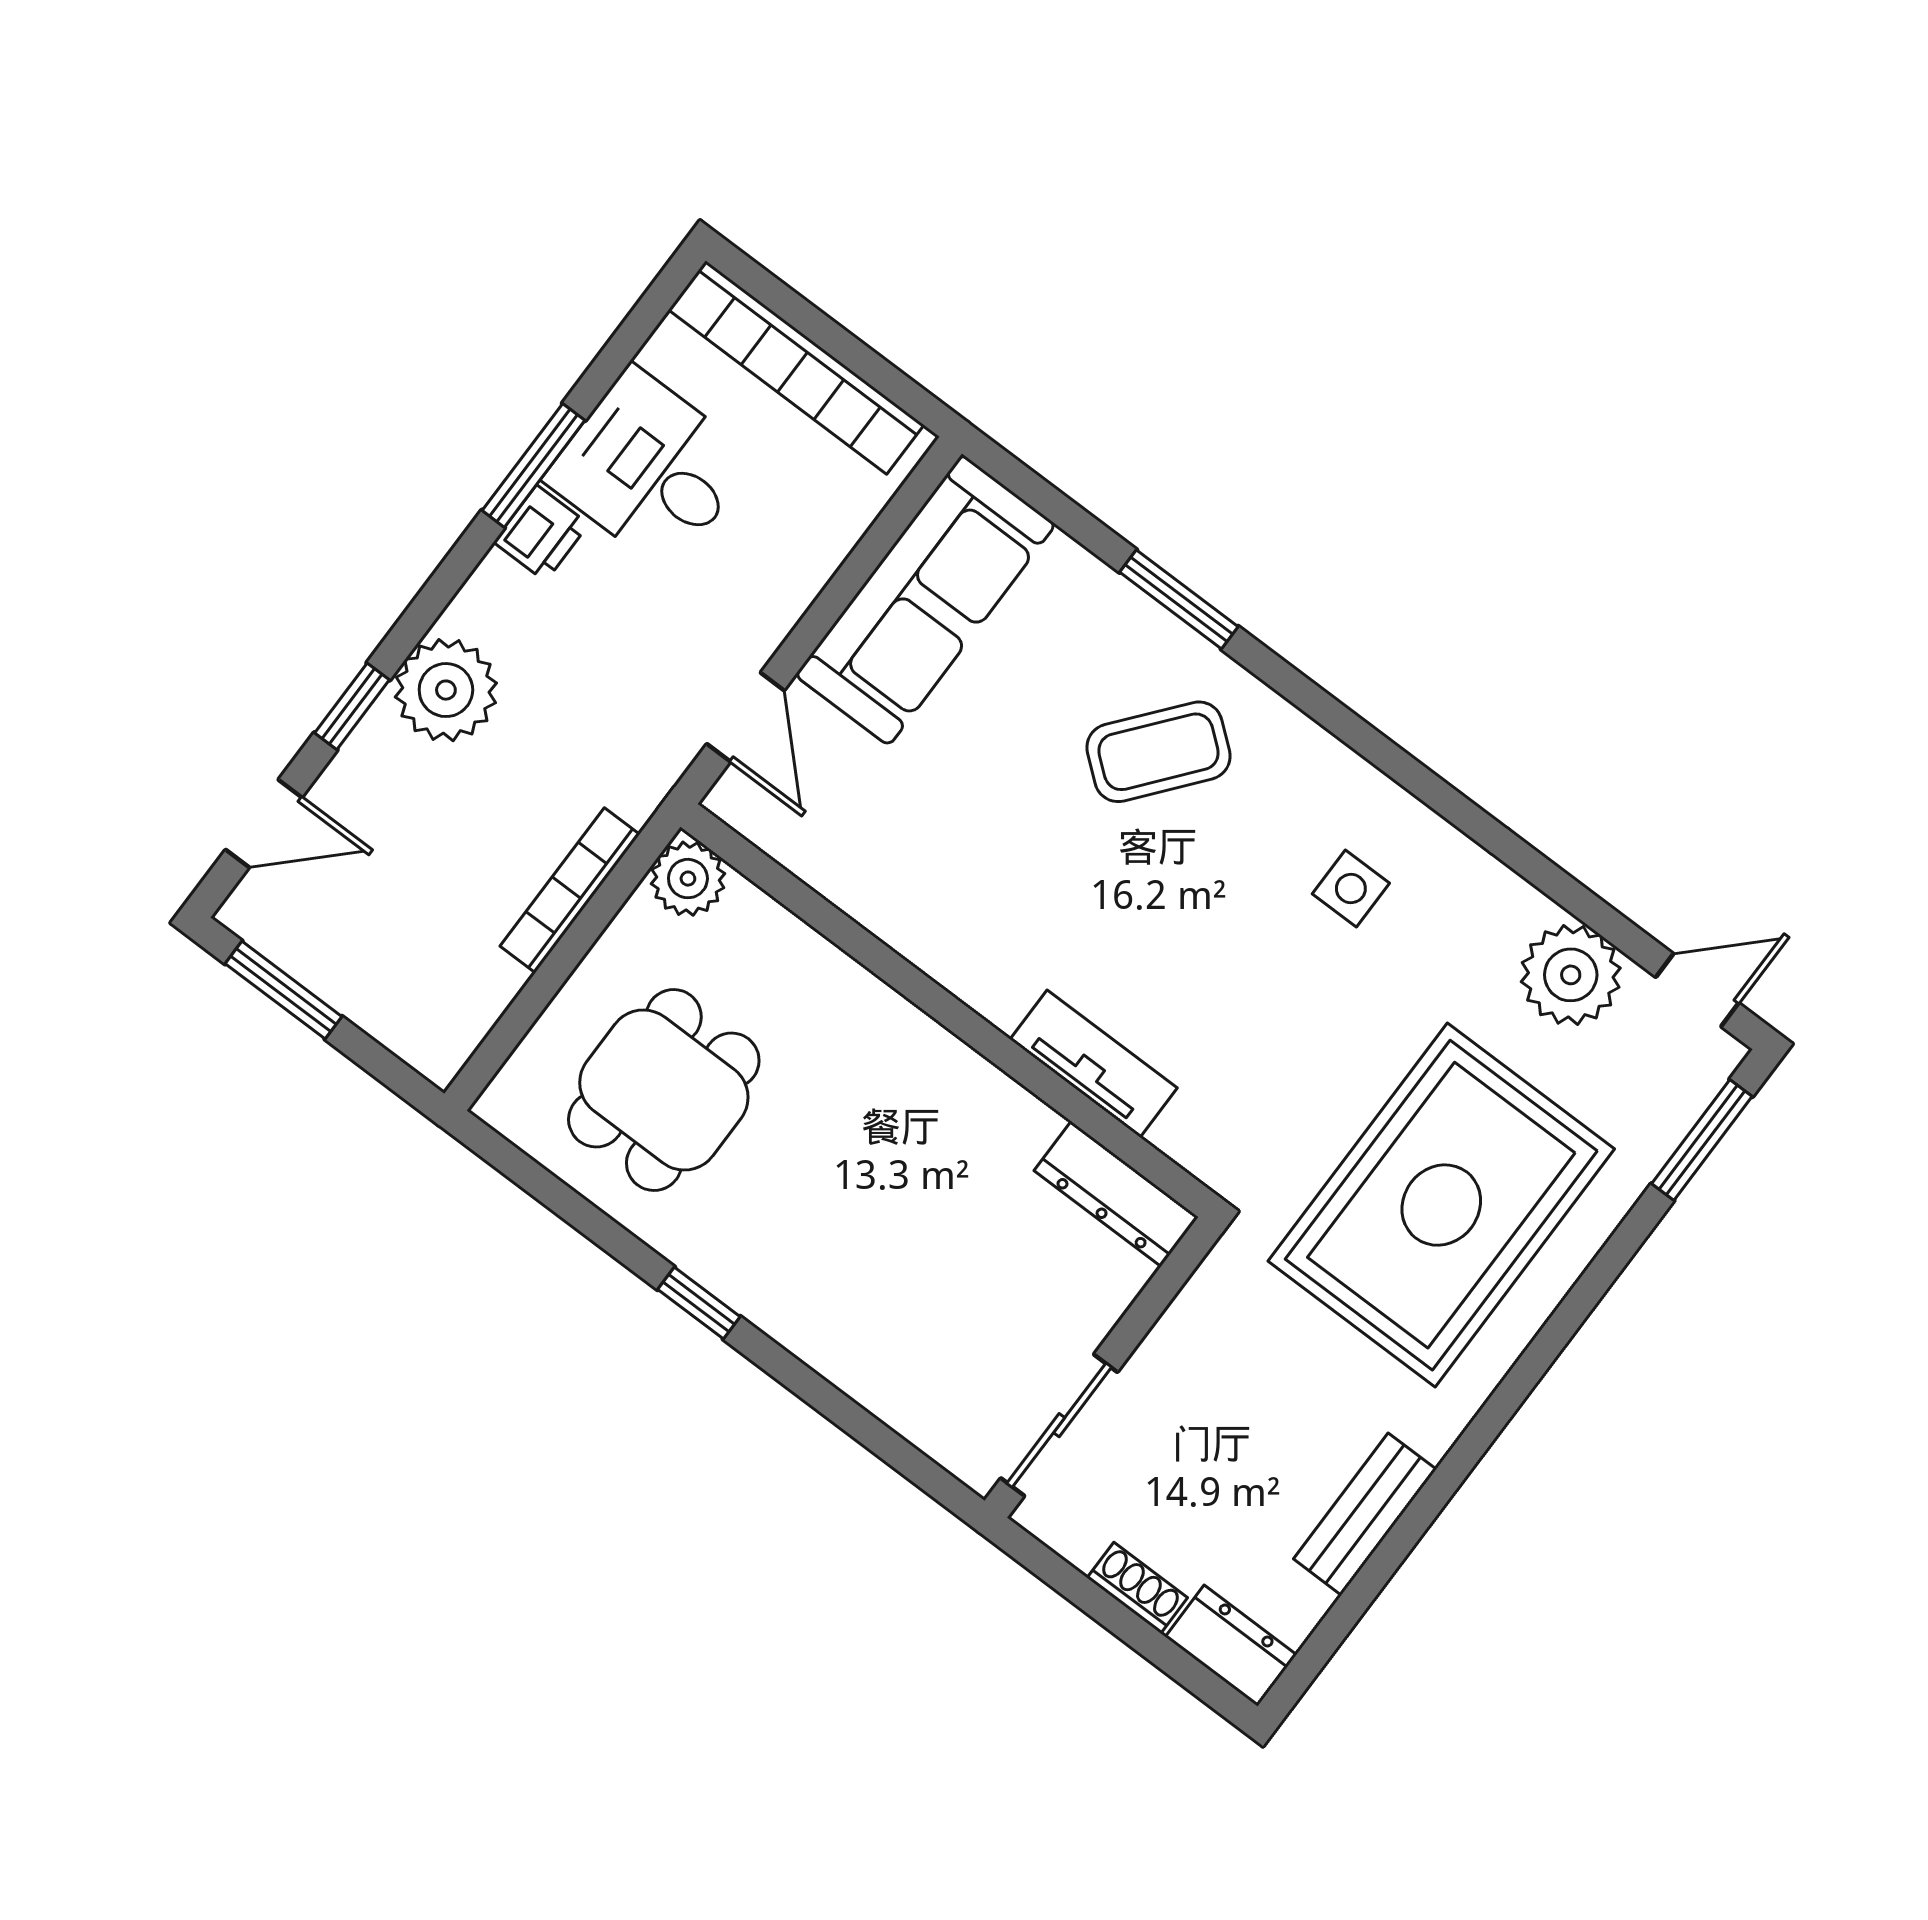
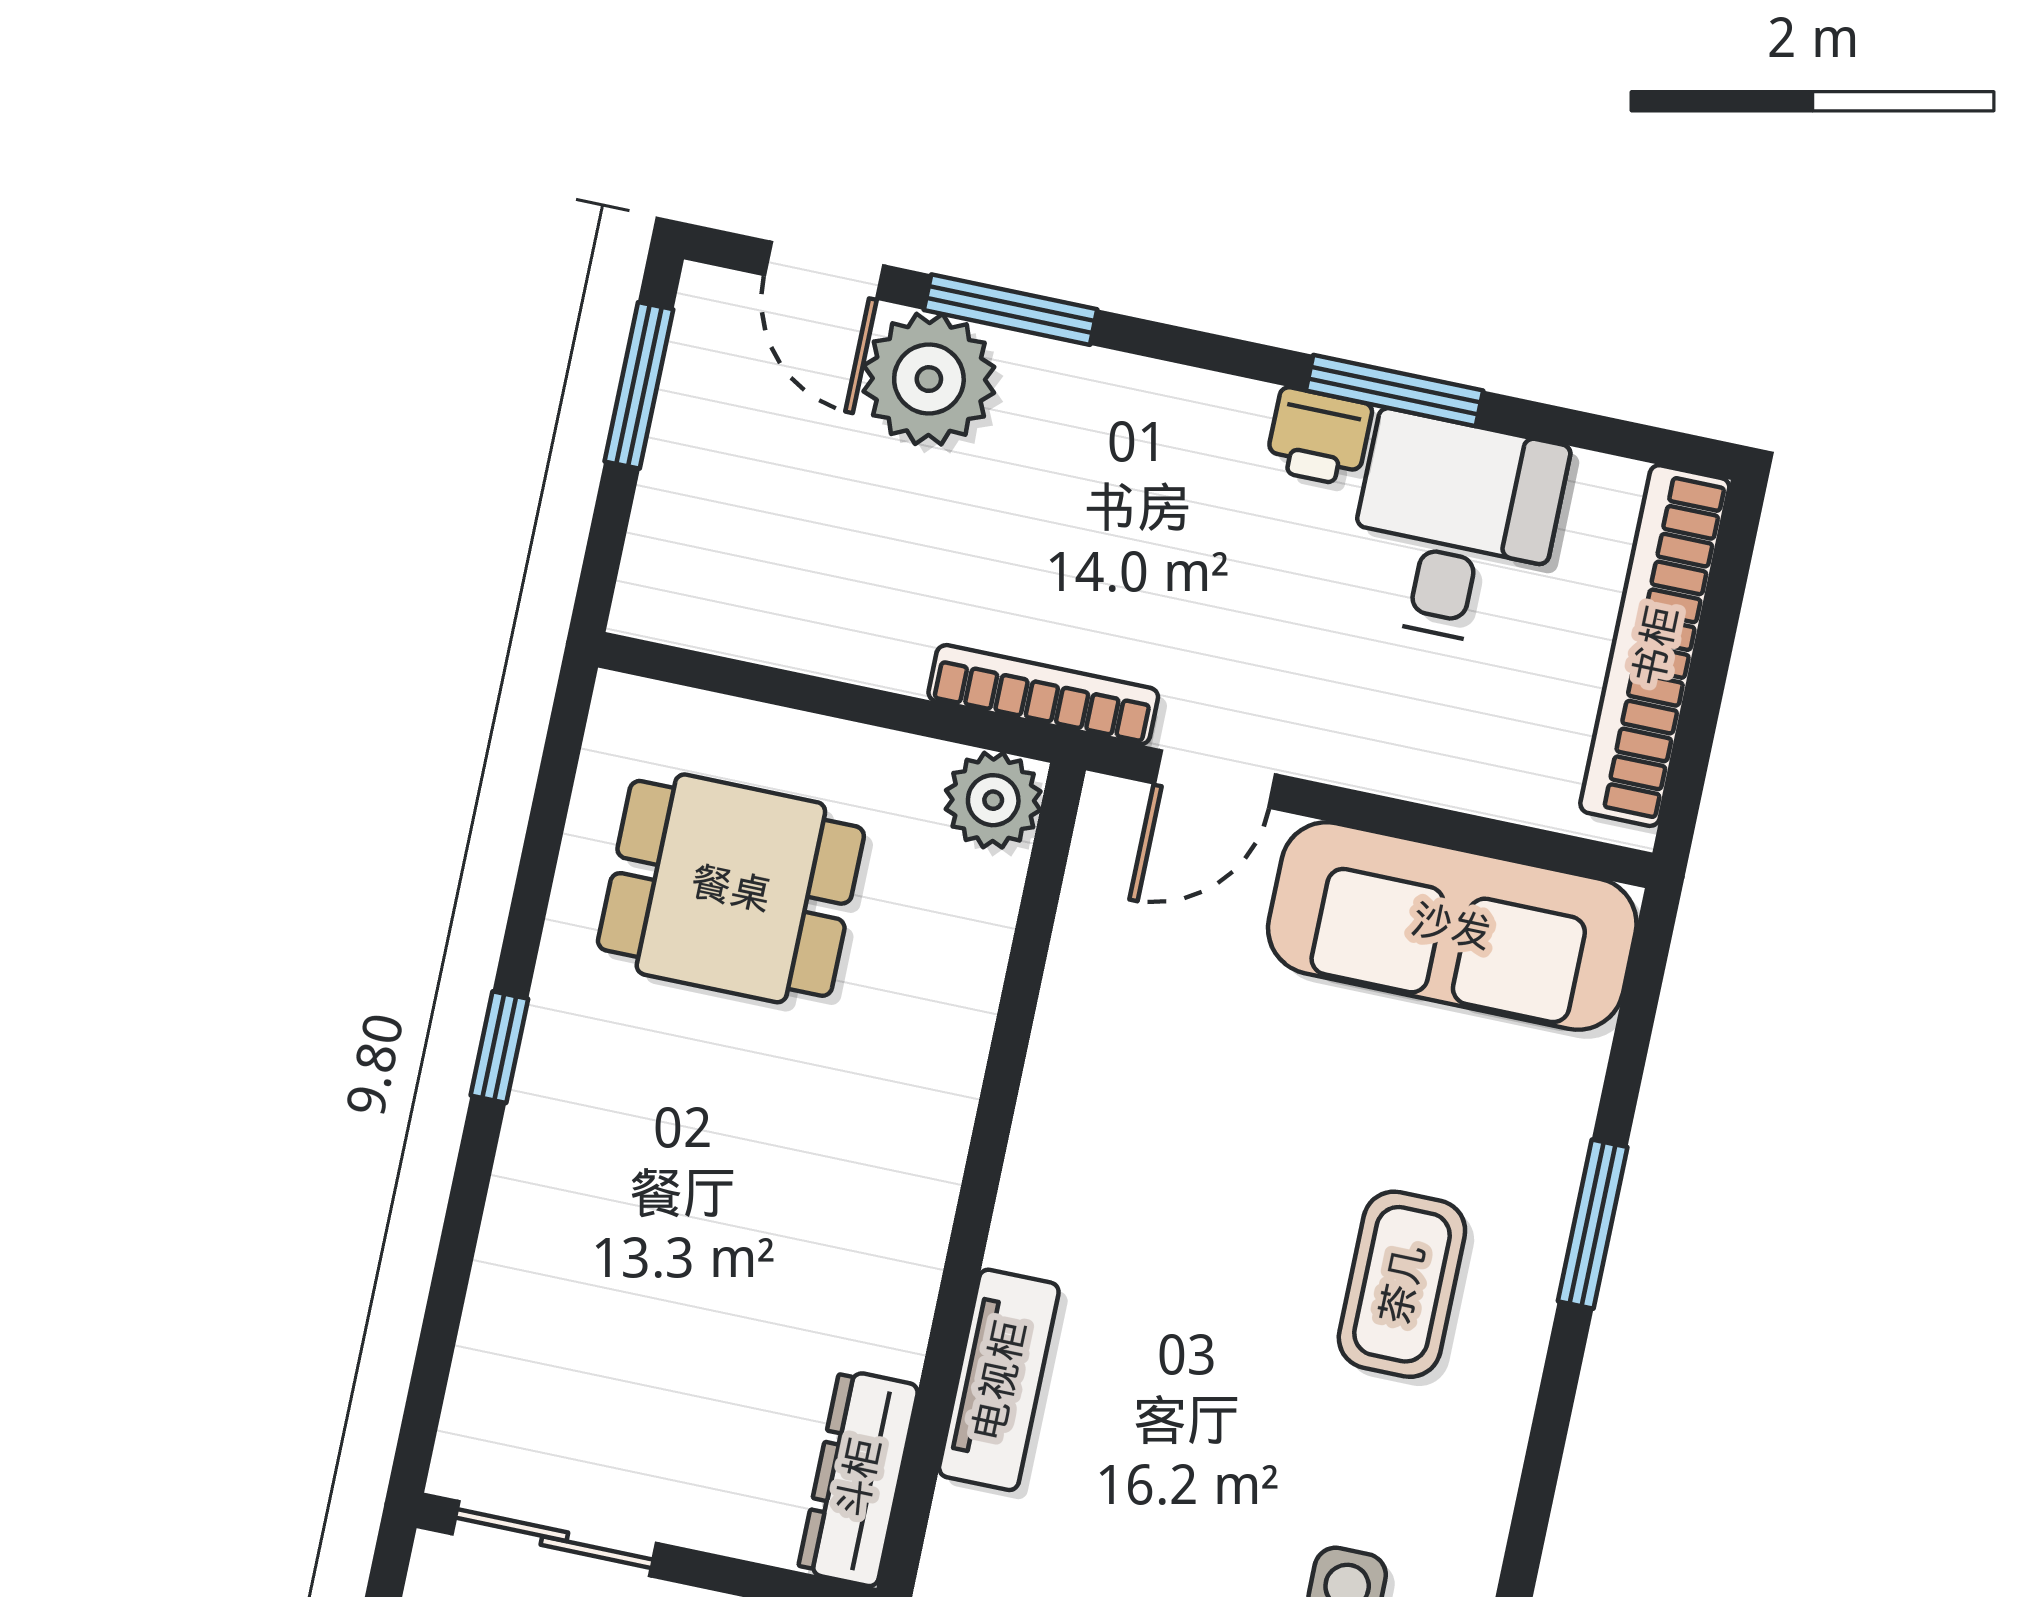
plant: (446, 690) -> (929, 379), moved
window: (352, 706) -> (1011, 310), width x1.50
coffee table: (1158, 752) -> (1402, 1284), turned 51
bookcase: (570, 890) -> (1043, 695), moved

